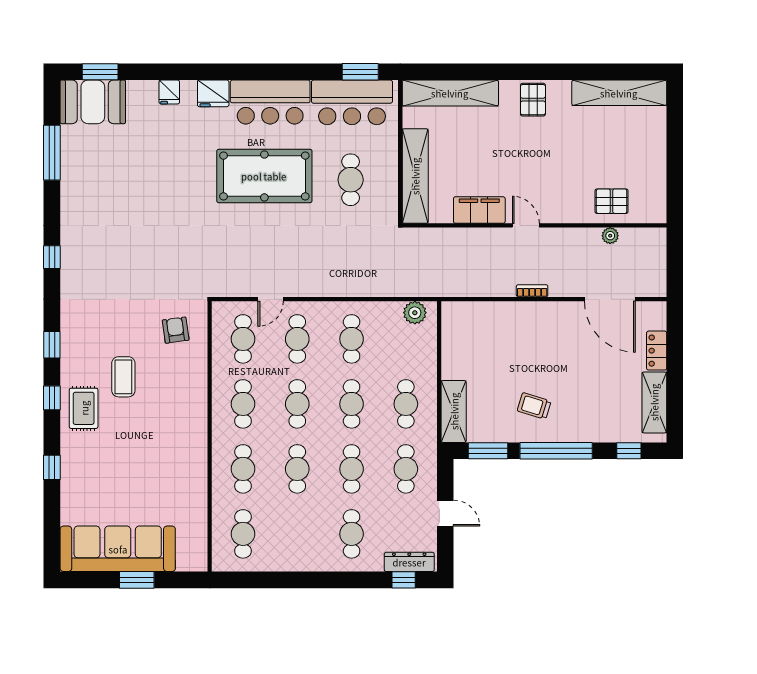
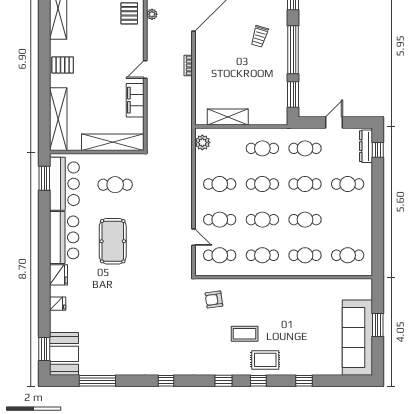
pool table: (264, 176) -> (113, 241), width x0.73, depth x0.76
trolley: (534, 406) -> (259, 36), moved
shelving: (454, 411) -> (228, 117), moved

